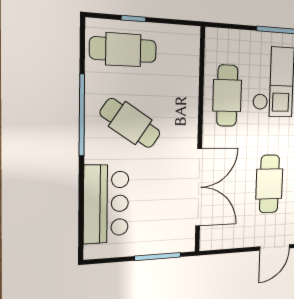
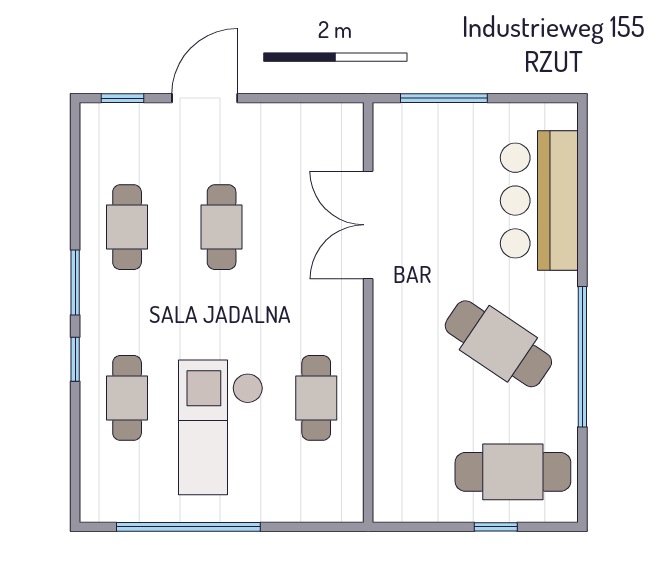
cafe table: (227, 96) -> (316, 398), width x0.73, depth x0.74
cafe table: (269, 184) -> (222, 227), width x0.73, depth x0.74
double door: (199, 187) -> (368, 225), width x0.73

